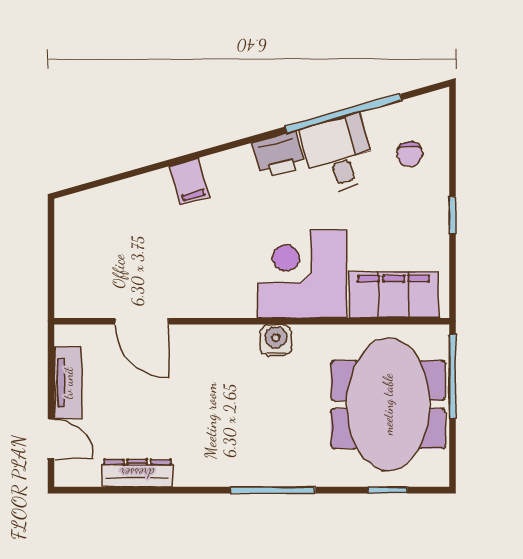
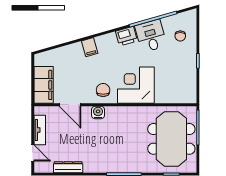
chair: (222, 285) -> (103, 90), added
filing cabinet: (394, 295) -> (44, 85), moved, turned 90
water cooler: (276, 340) -> (98, 112), moved

